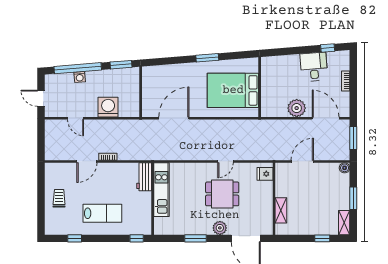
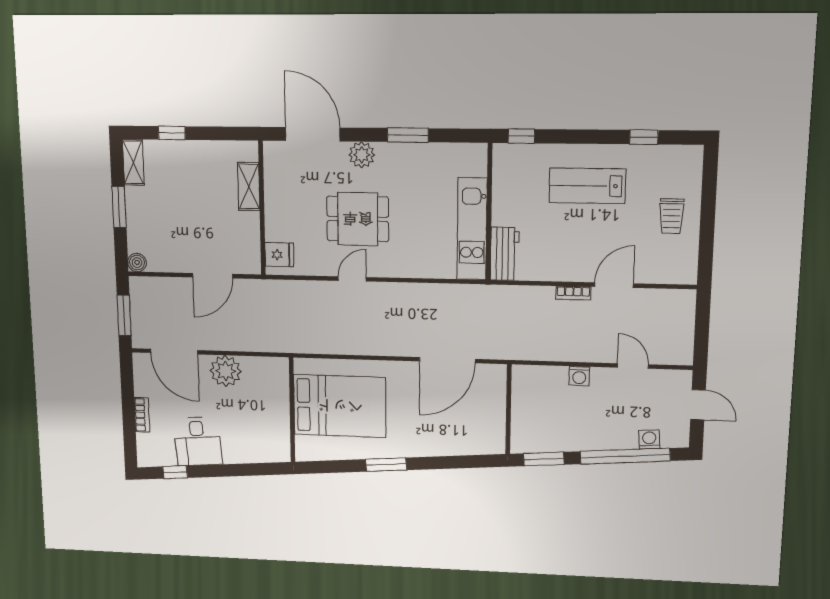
washing machine: (80, 77) -> (649, 439), moved
washing machine: (108, 107) -> (579, 376), width x0.53, depth x0.53

